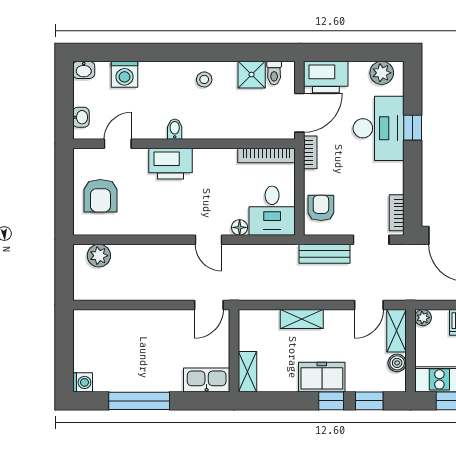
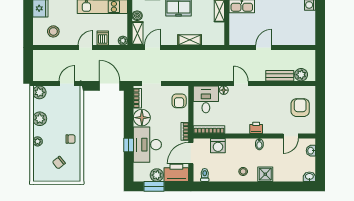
window: (366, 52) -> (154, 186), added
plant: (382, 73) -> (157, 175), moved
washing machine: (124, 74) -> (218, 146), moved, turned 180
shower: (252, 75) -> (265, 174), moved
printer: (171, 164) -> (256, 128), width x0.53, depth x0.68
floor lamp: (389, 178) -> (142, 118), added
bench: (324, 254) -> (280, 76), moved
door: (209, 305) -> (264, 47), moved

